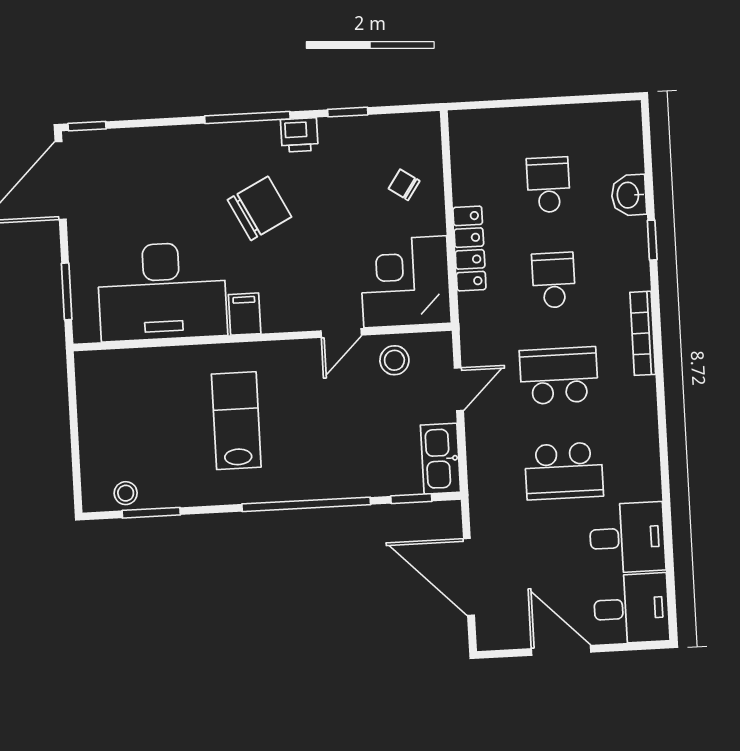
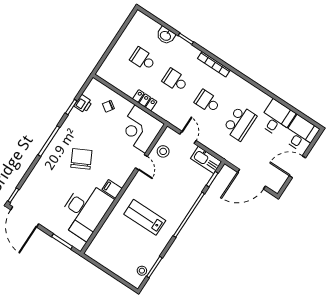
printer: (299, 135) -> (83, 104), moved
locker: (469, 248) -> (145, 100), width x0.66
school desk: (559, 376) -> (207, 102), width x0.54

